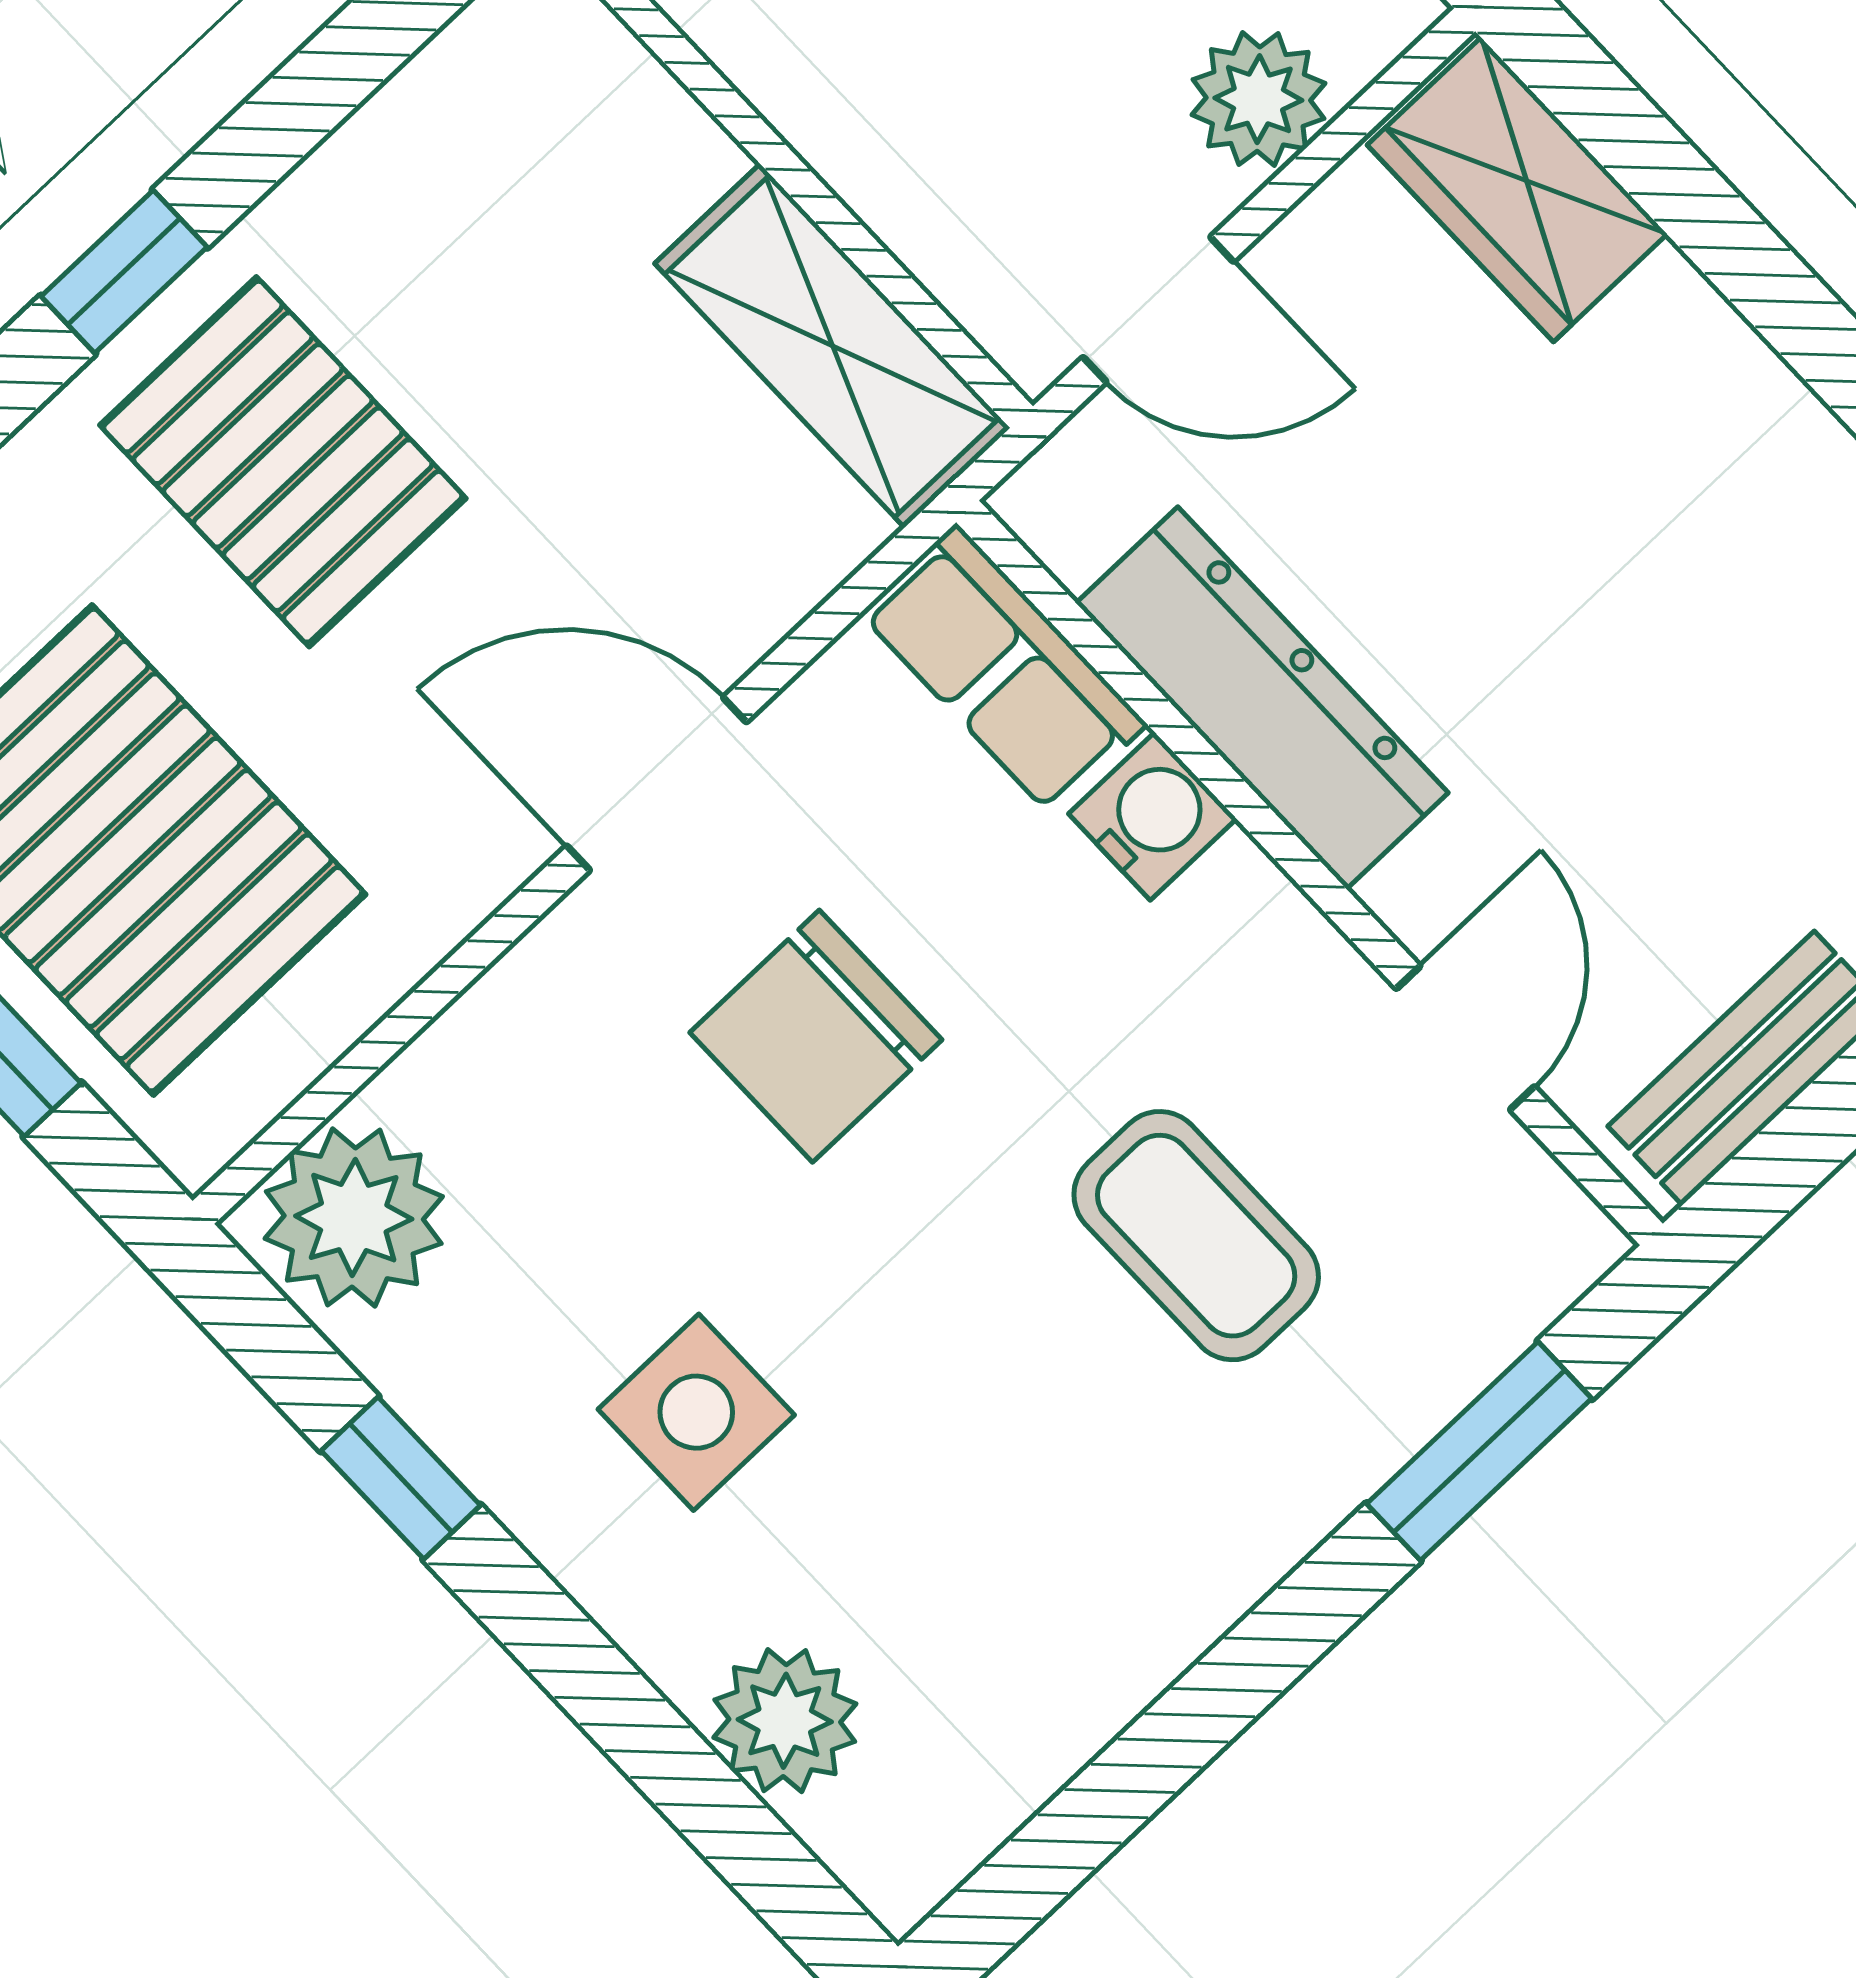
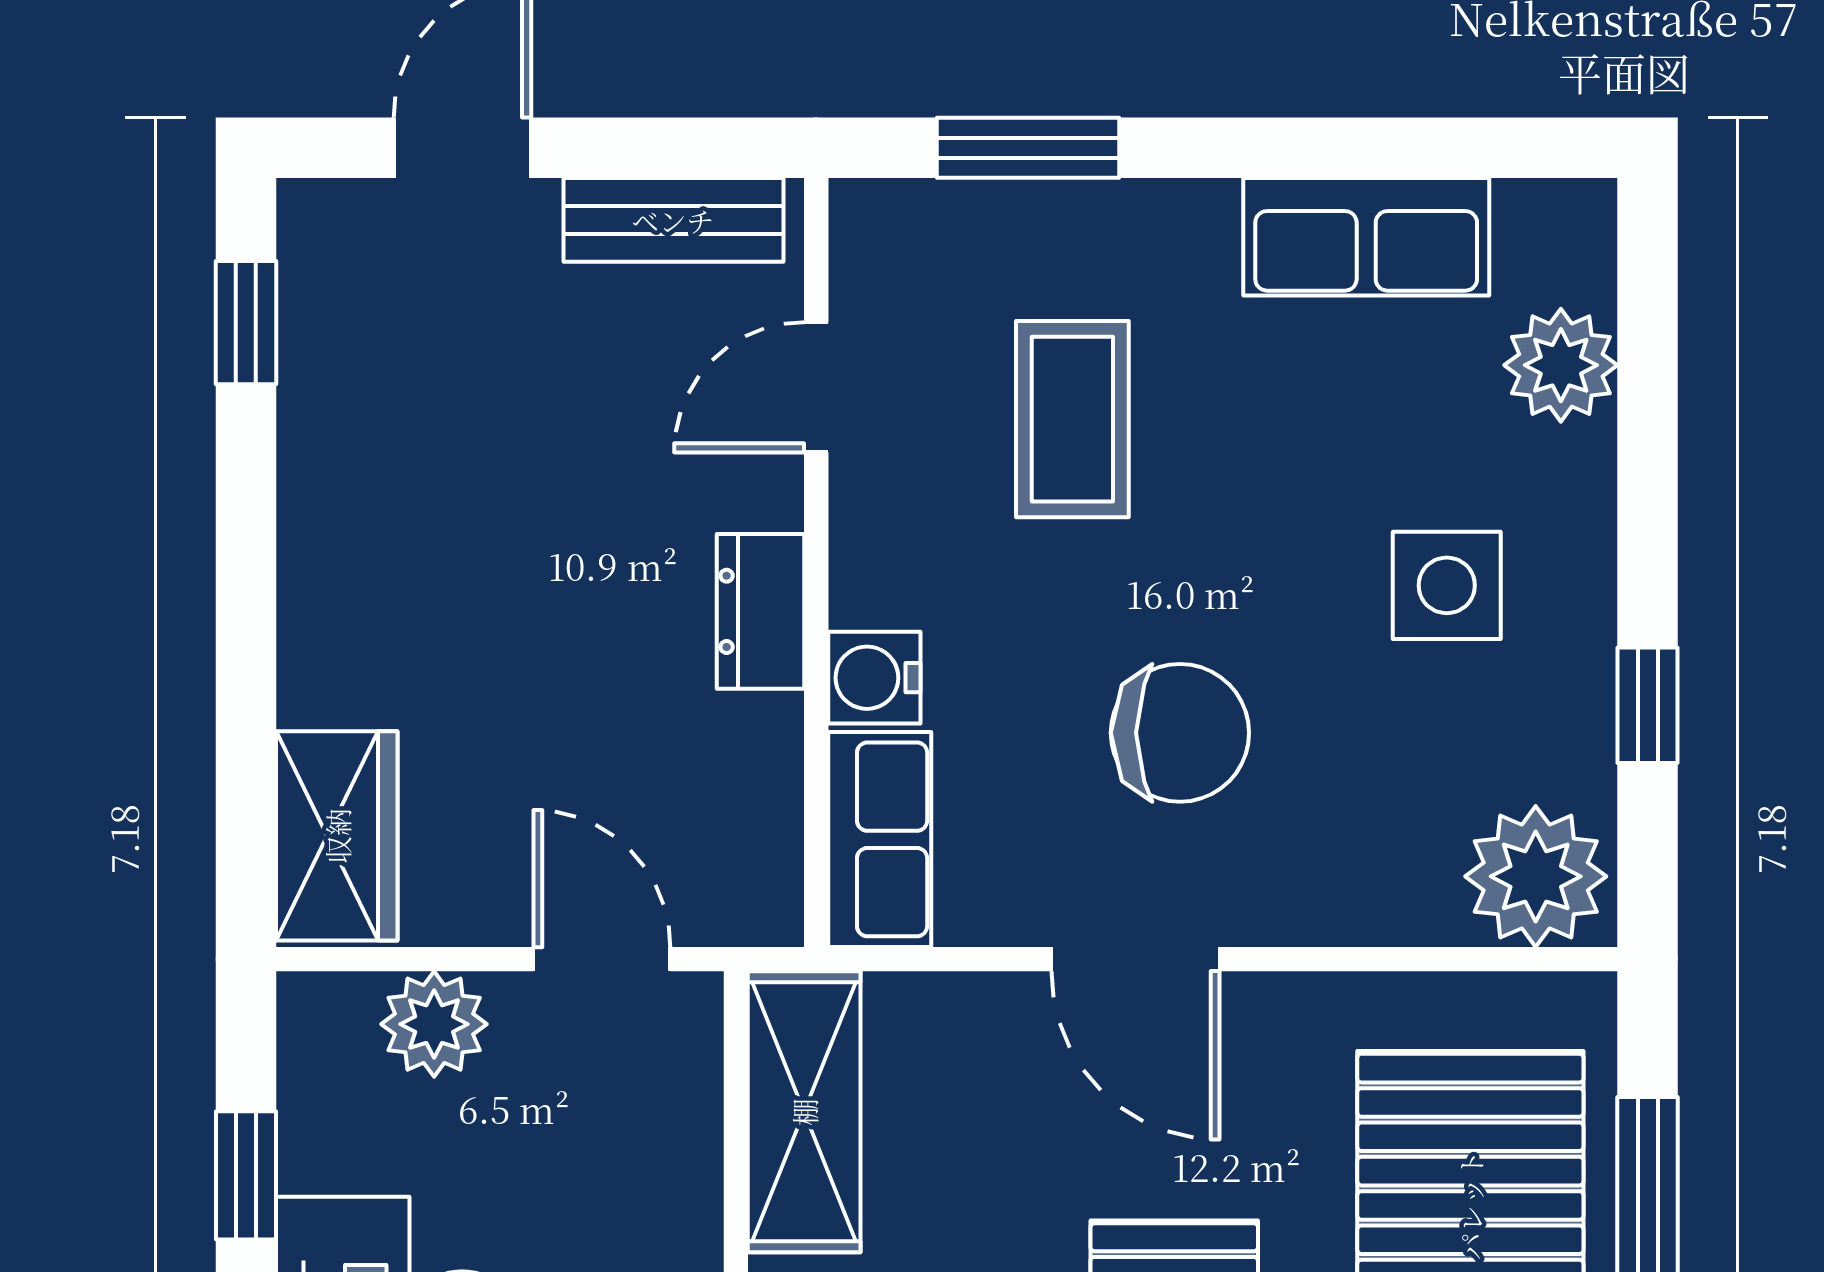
dresser: (1262, 698) -> (761, 611), width x0.51, depth x0.80
row of seats: (1082, 1668) -> (1366, 237), added

